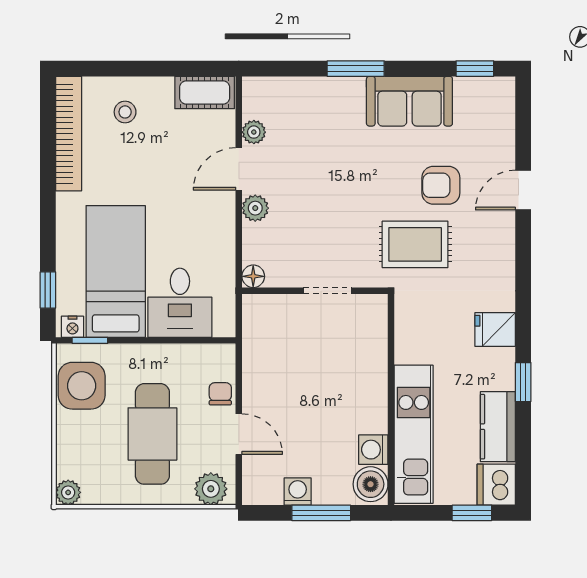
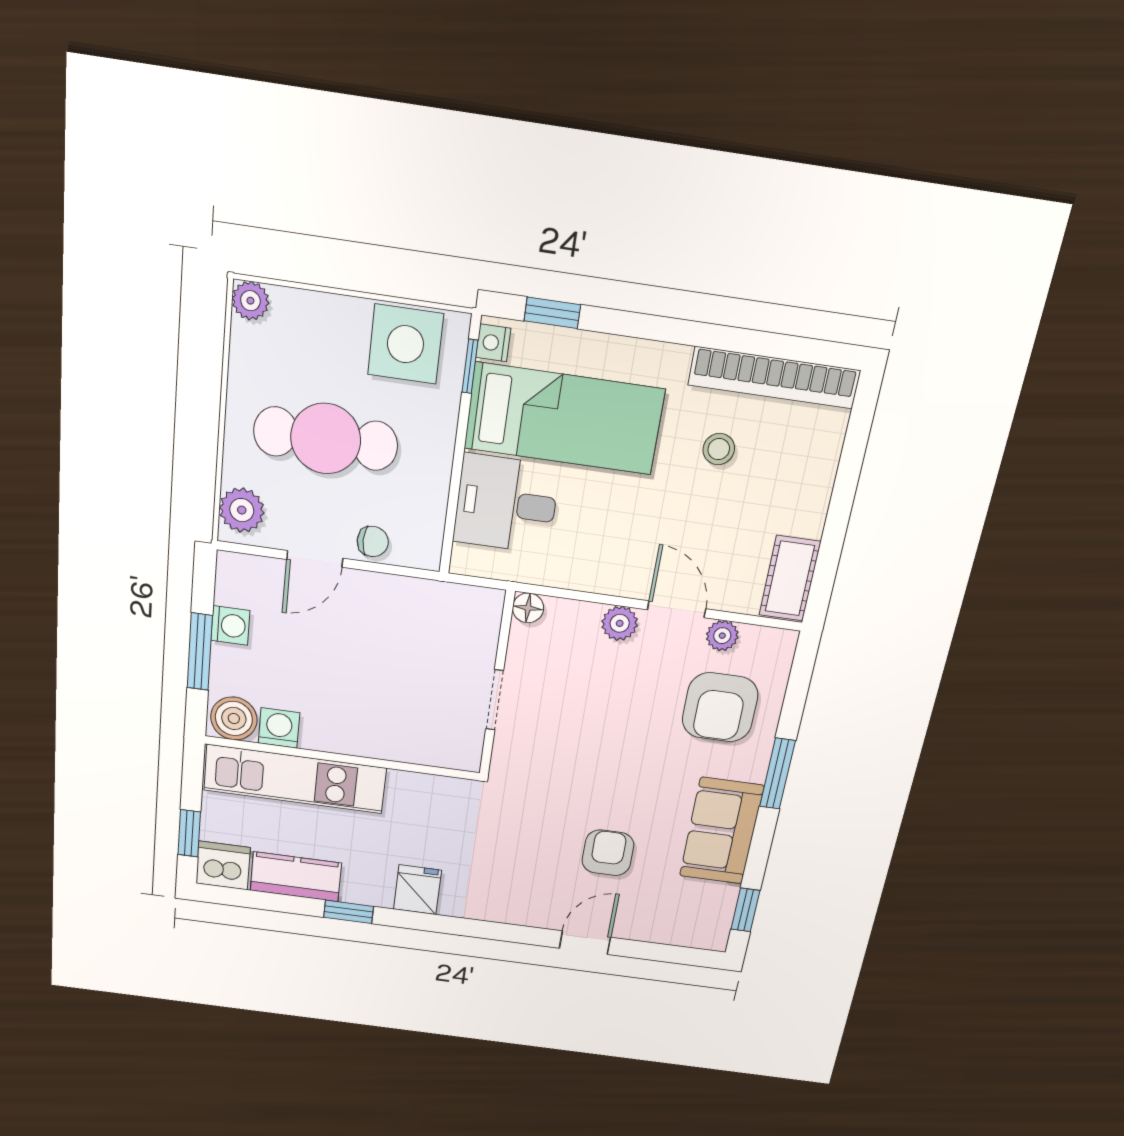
stool: (125, 112) -> (719, 449), moved
armchair: (309, 123) -> (720, 707), added
door: (523, 190) -> (585, 943), hinge flipped
rug: (415, 244) -> (538, 813), removed

